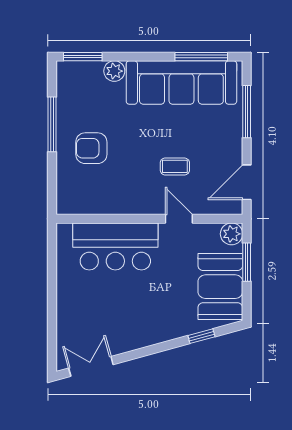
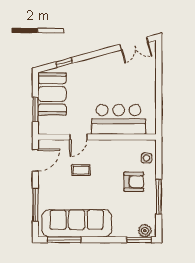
plant: (114, 71) -> (145, 231), moved
side table: (71, 185) -> (146, 158), added
door: (179, 219) -> (78, 137), hinge flipped
plant: (232, 234) -> (45, 127), removed

